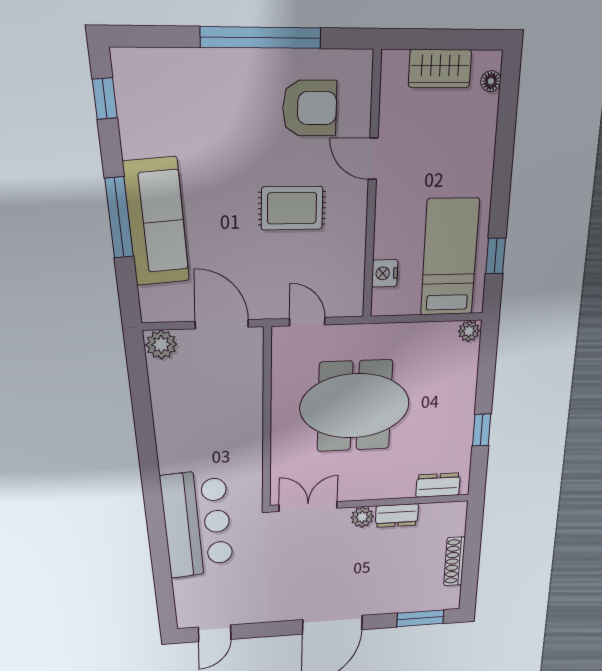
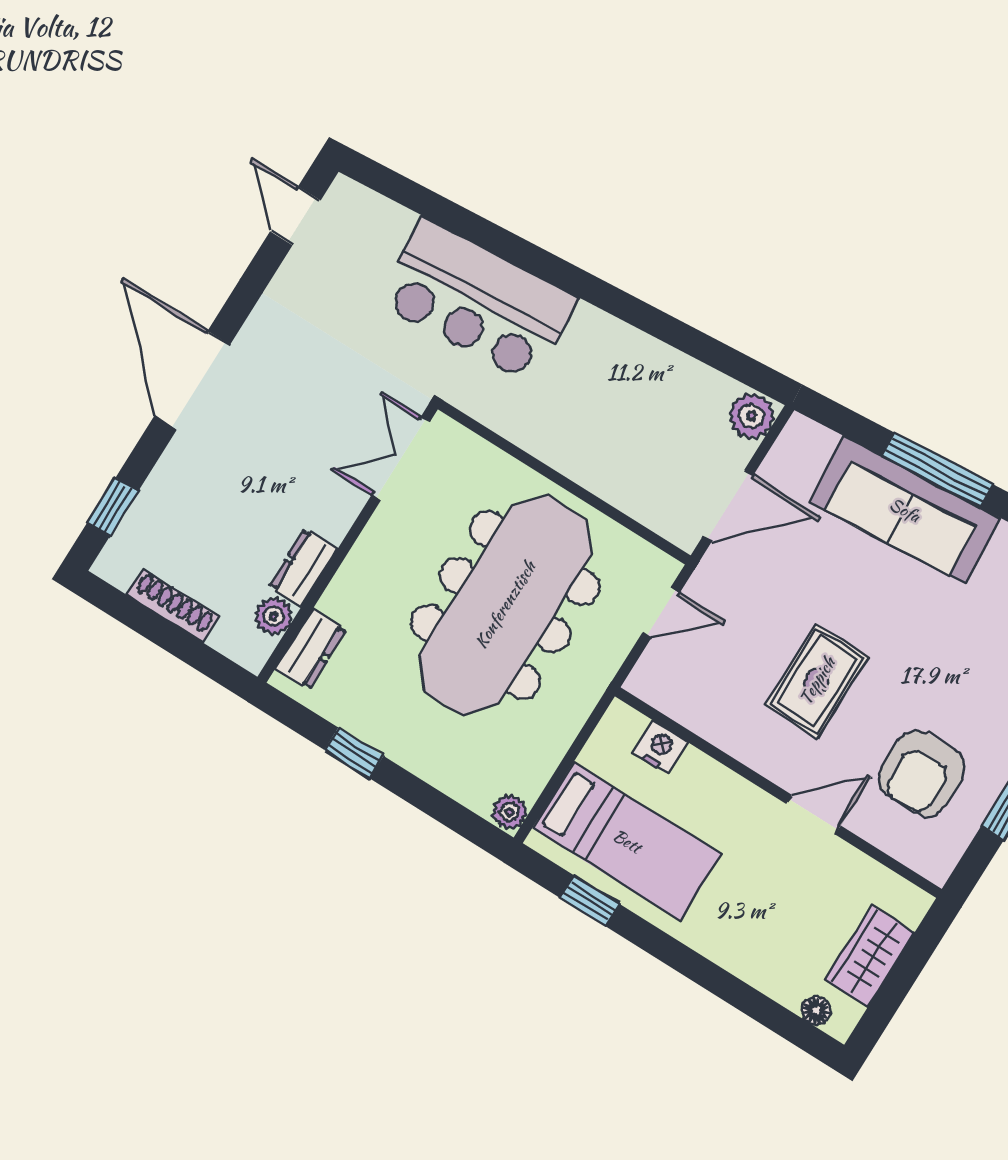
meeting table: (355, 406) -> (505, 605), width x1.36
double door: (308, 507) -> (401, 458), swing flipped
plant: (362, 517) -> (274, 616), moved
window: (420, 618) -> (113, 507), width x0.67

